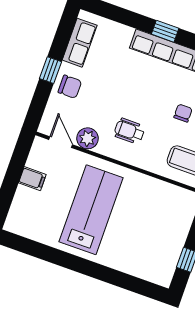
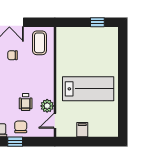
wheelchair: (129, 131) -> (26, 102), moved
lab bench: (91, 210) -> (88, 89), turned 180

